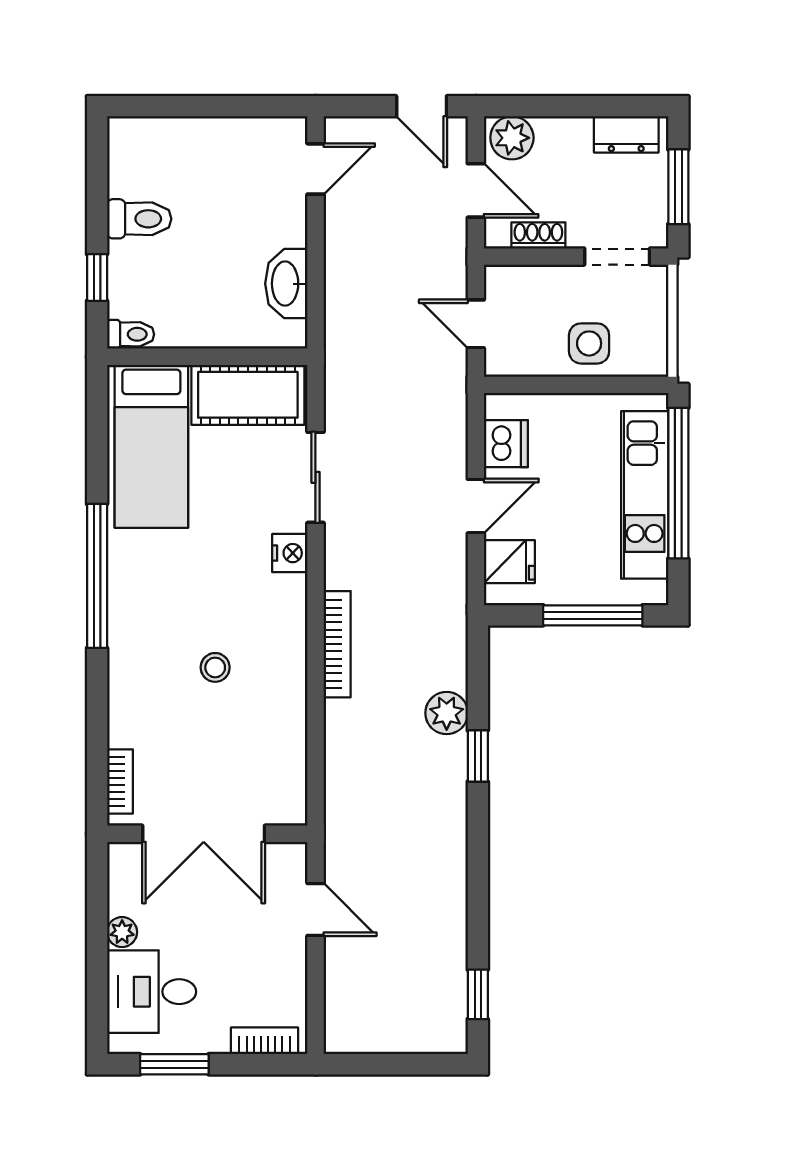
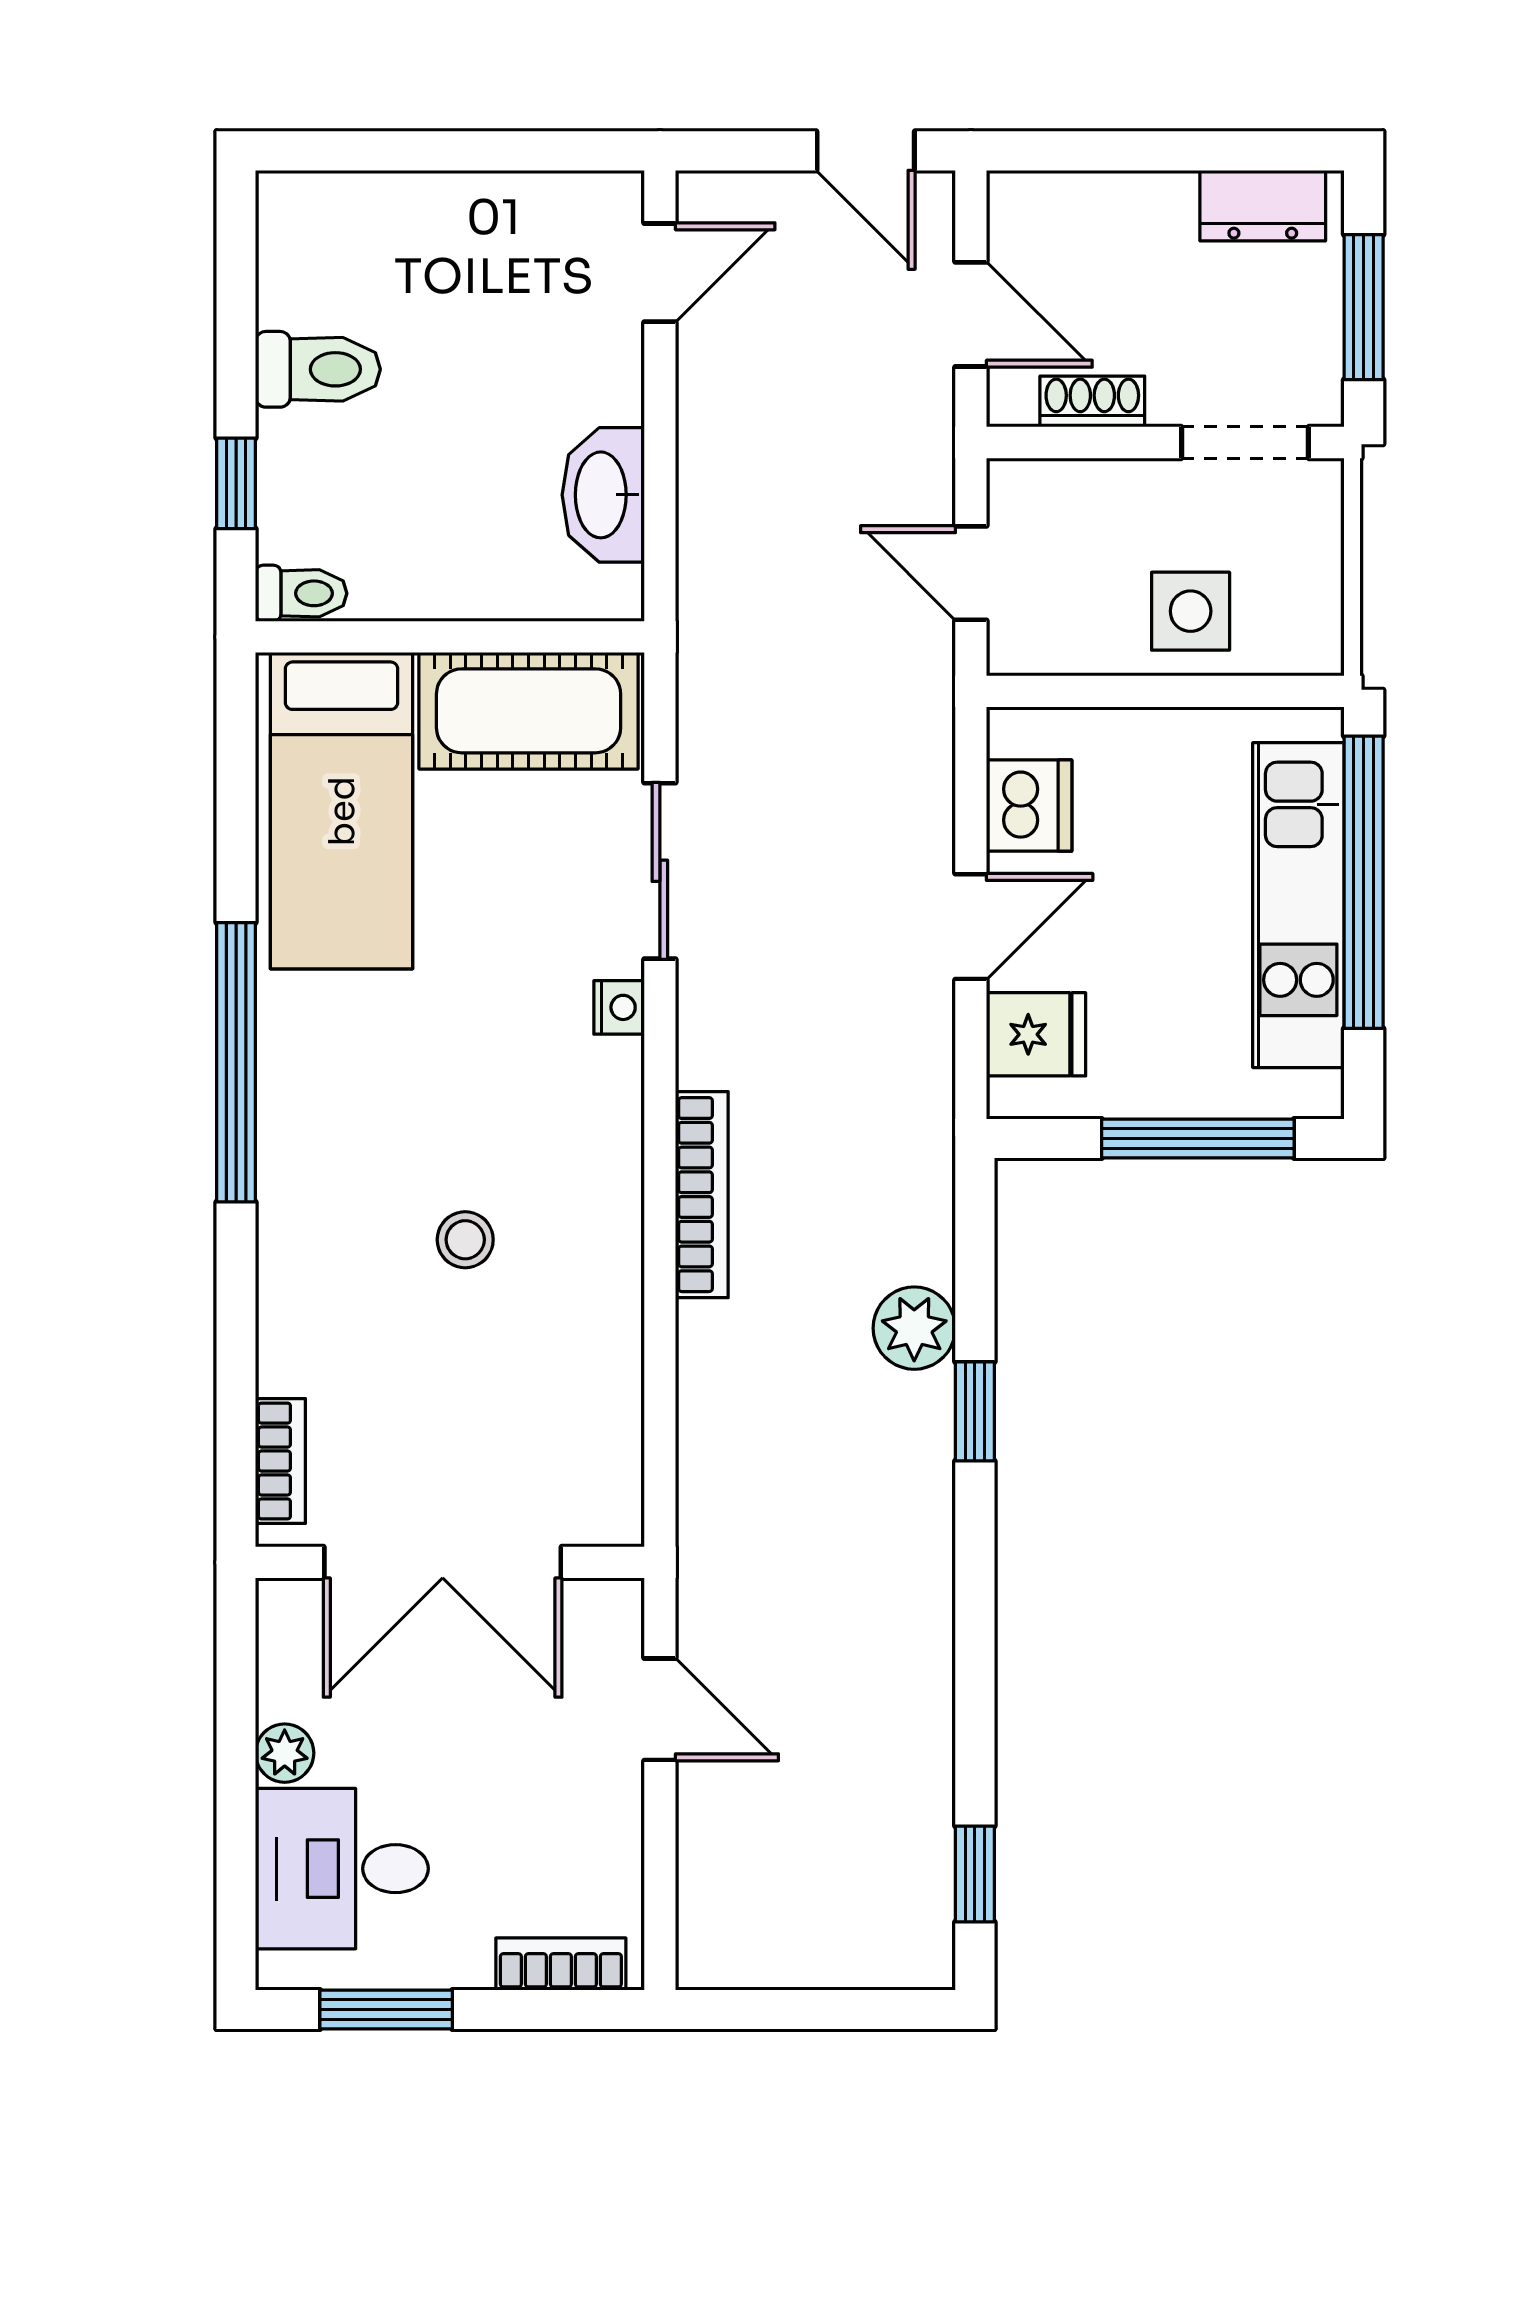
plant: (512, 138) -> (1041, 212), removed
nightstand: (290, 553) -> (619, 1007), width x0.72, depth x0.74

